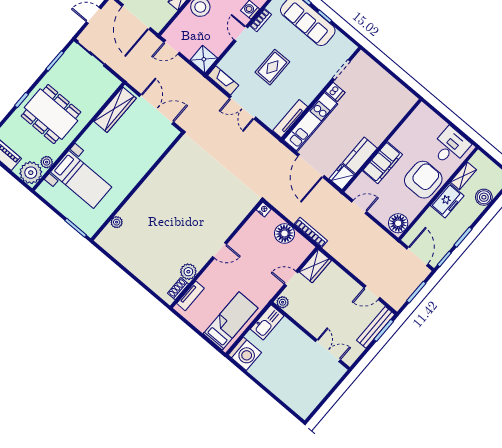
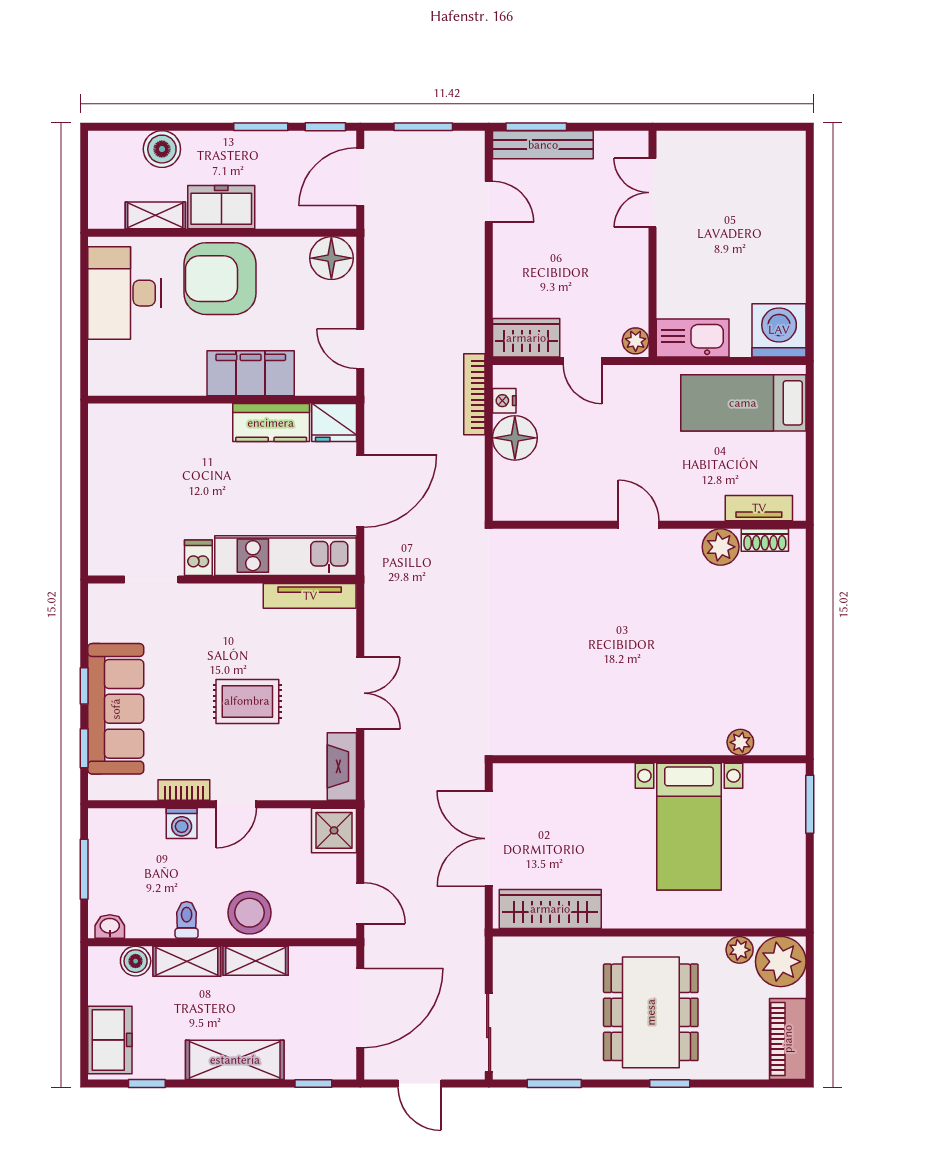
desk: (450, 147) -> (124, 293), width x1.37
bed with nightstands: (81, 180) -> (689, 827), moved, turned 180
nightstand: (264, 210) -> (504, 401), moved

